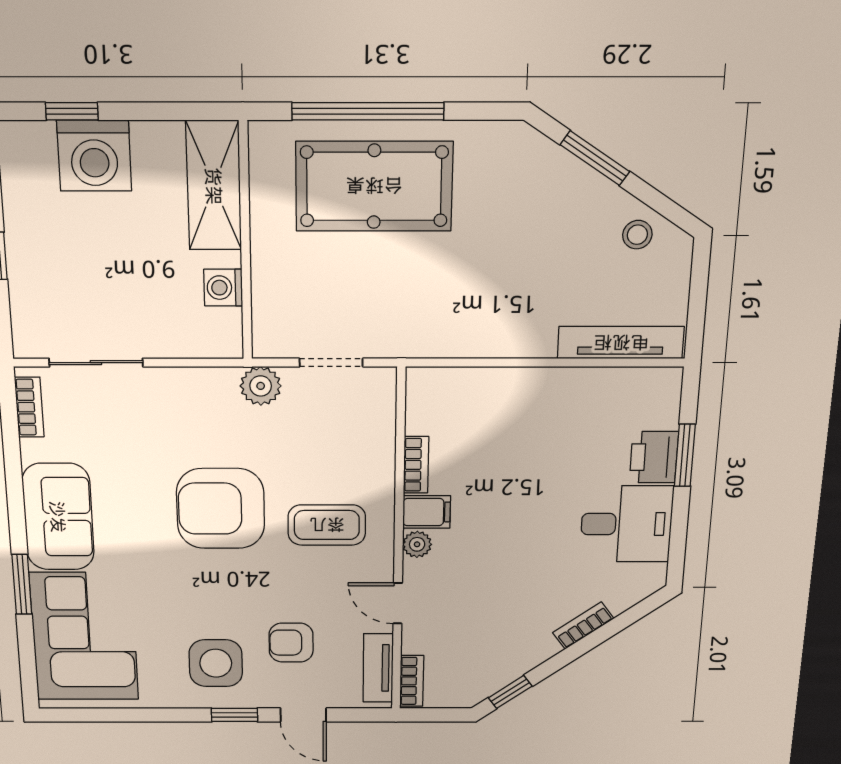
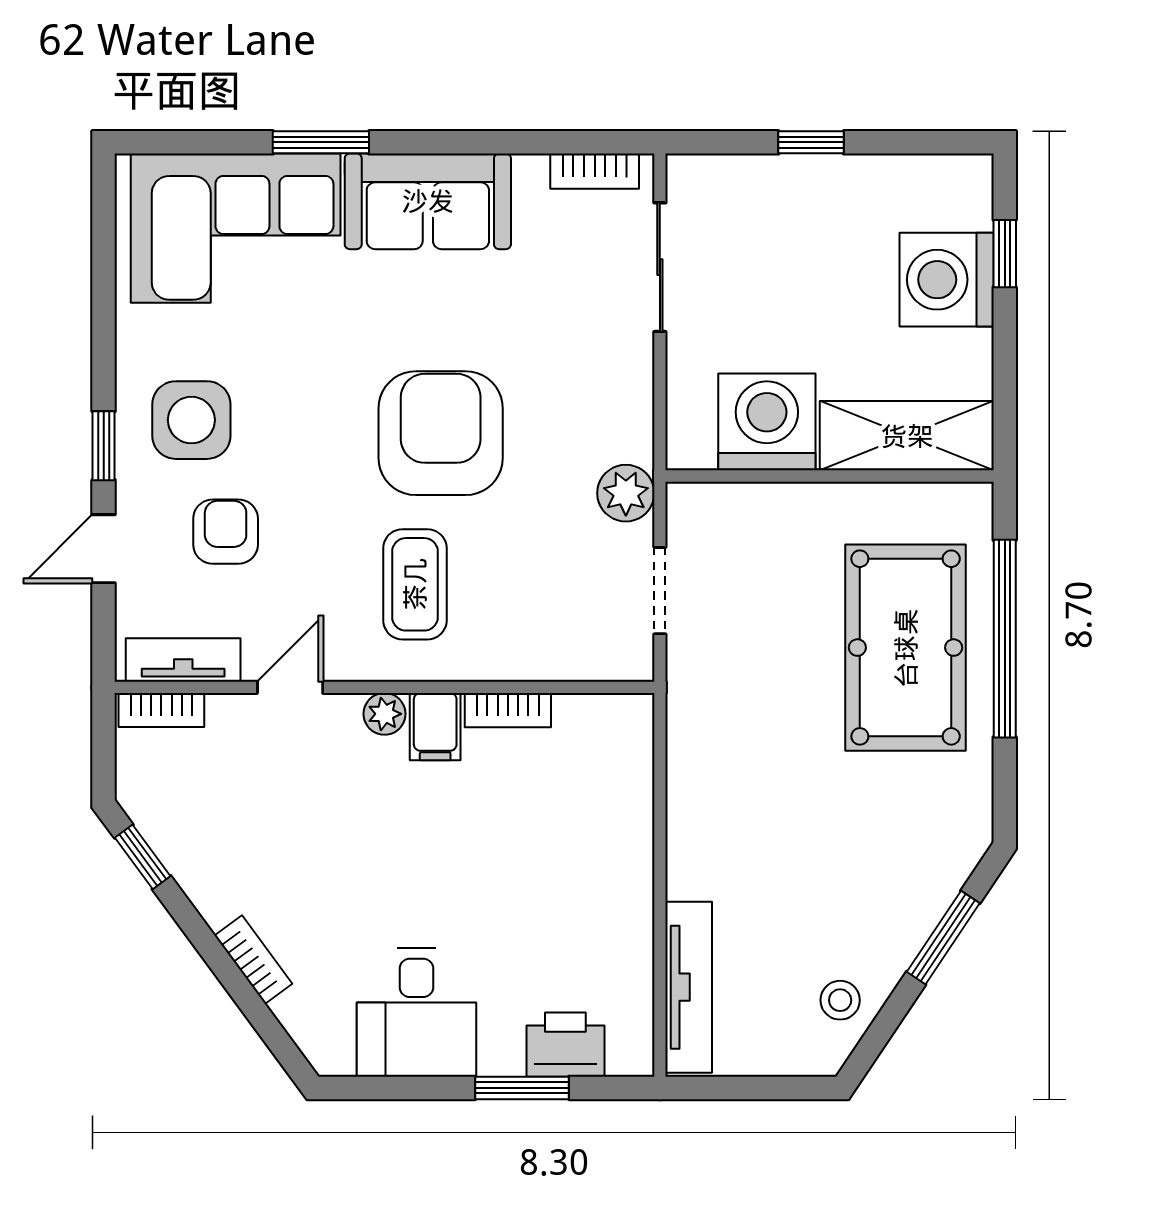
washing machine: (223, 288) -> (767, 422), width x1.89, depth x1.89
printer: (654, 457) -> (565, 1045), moved

